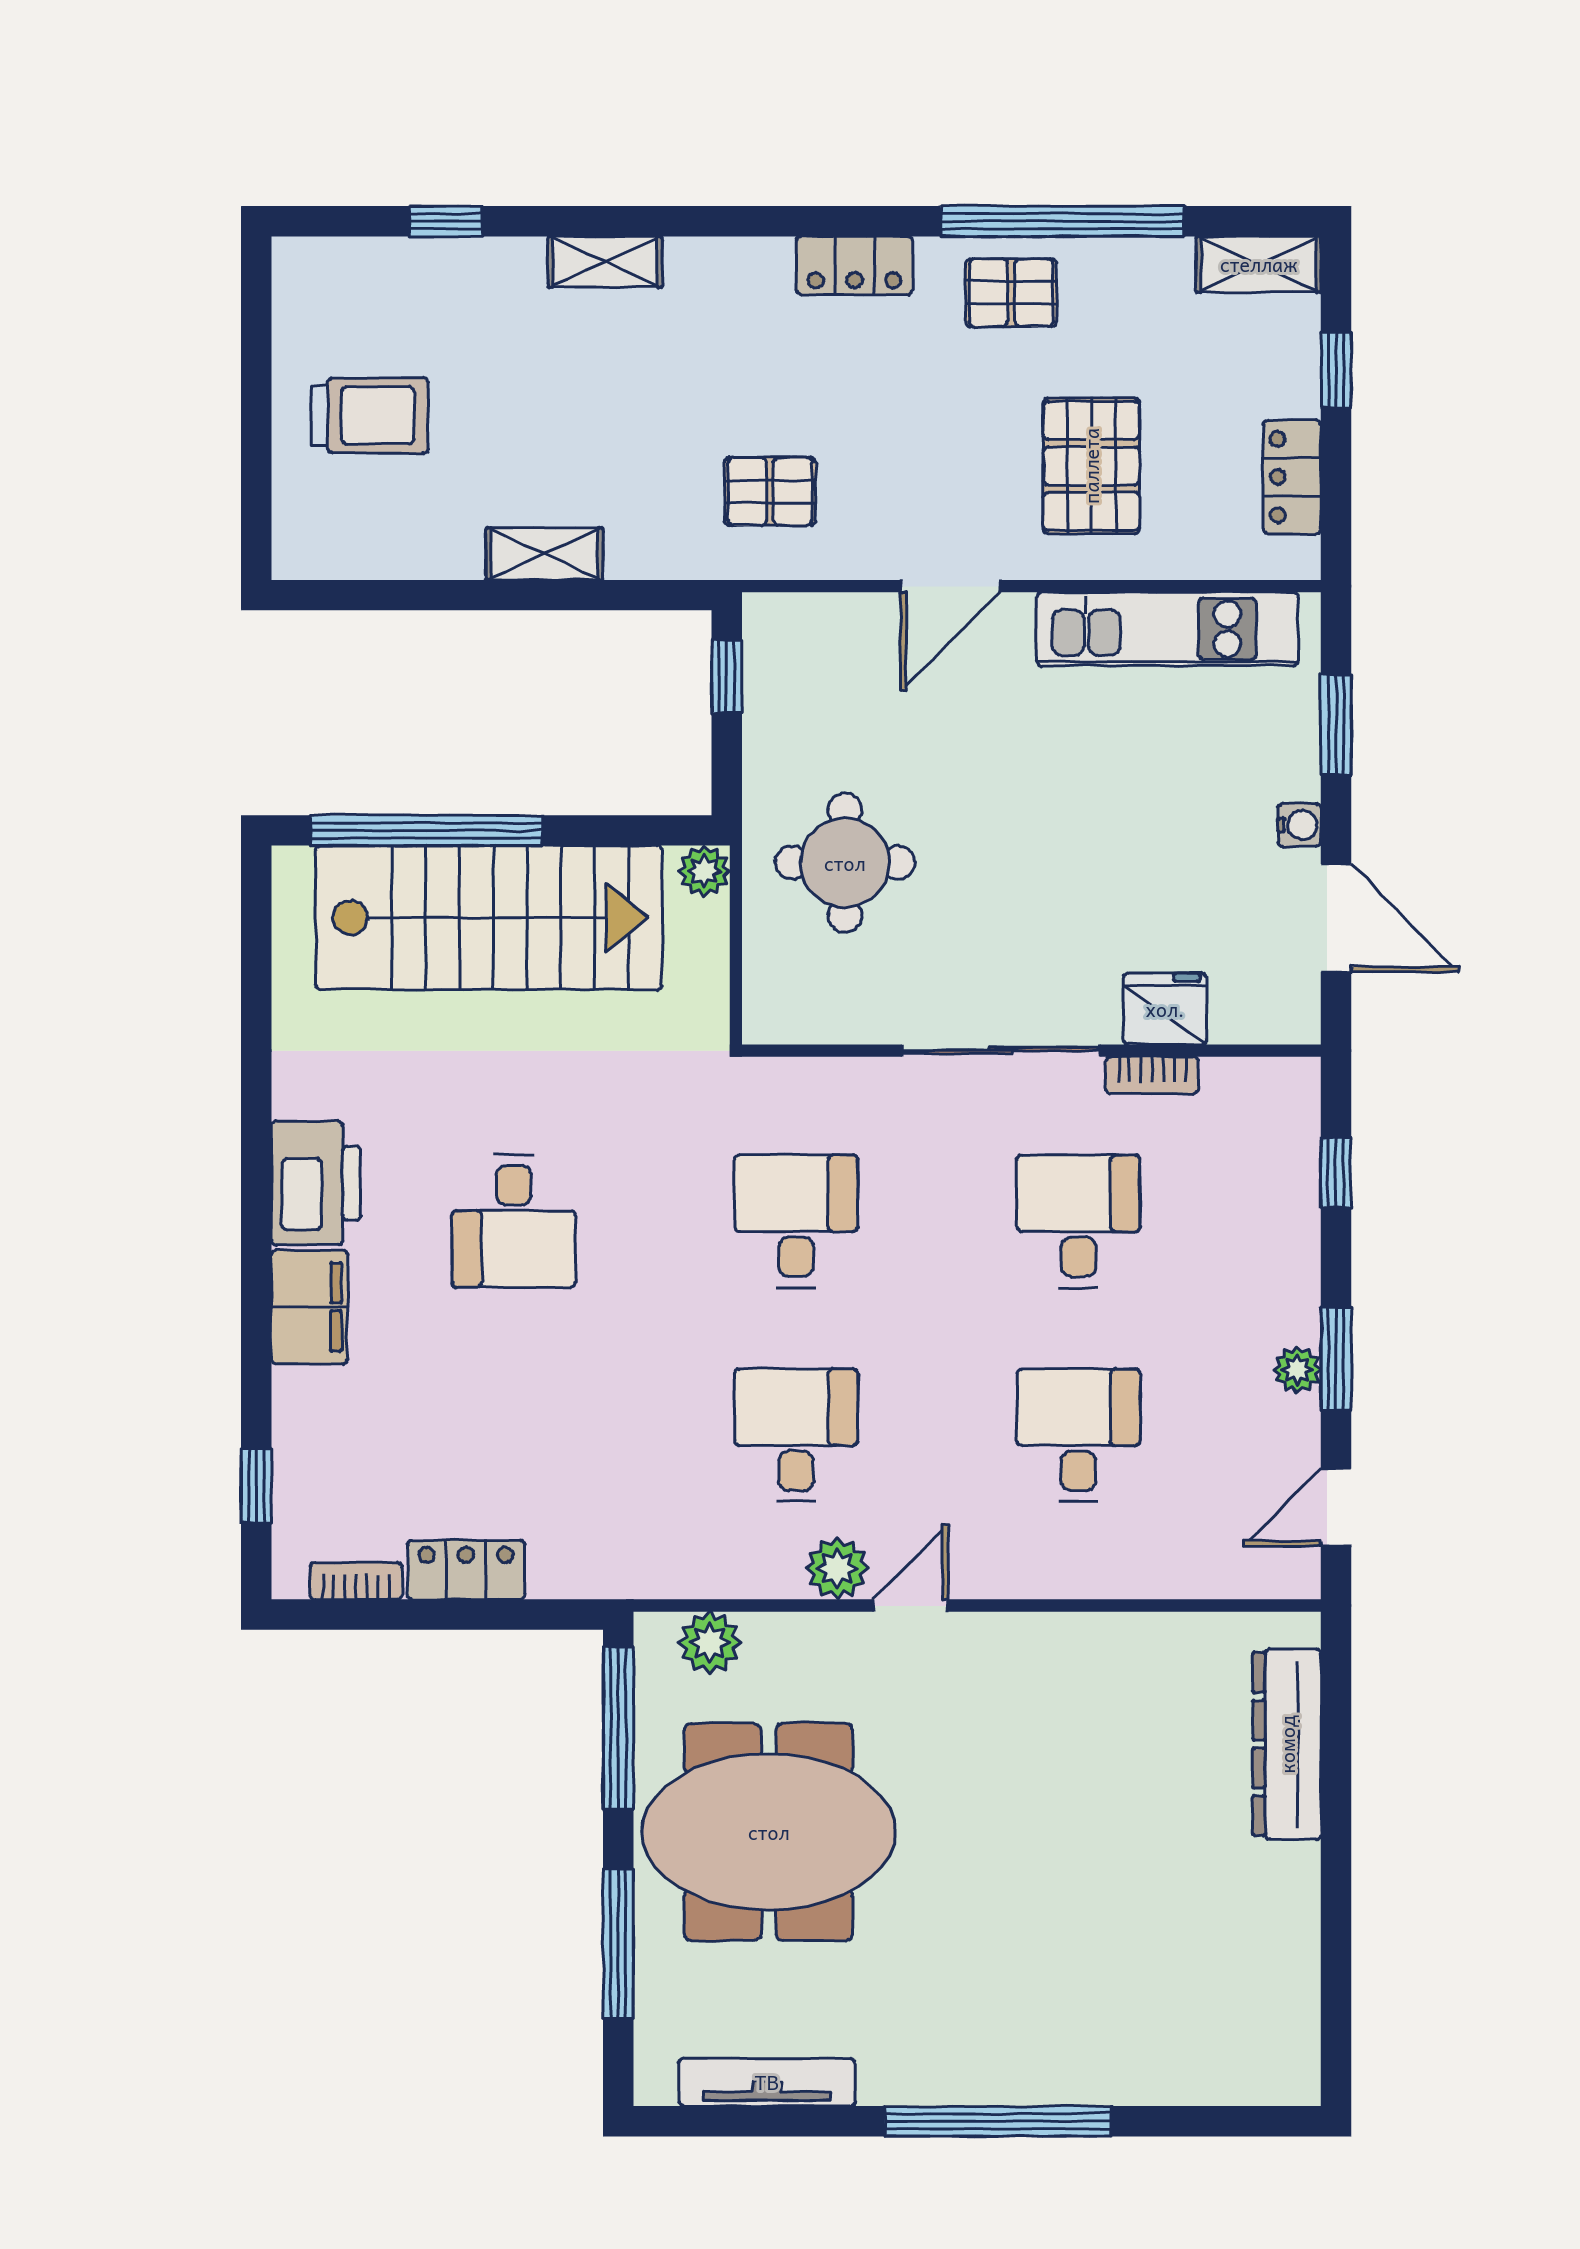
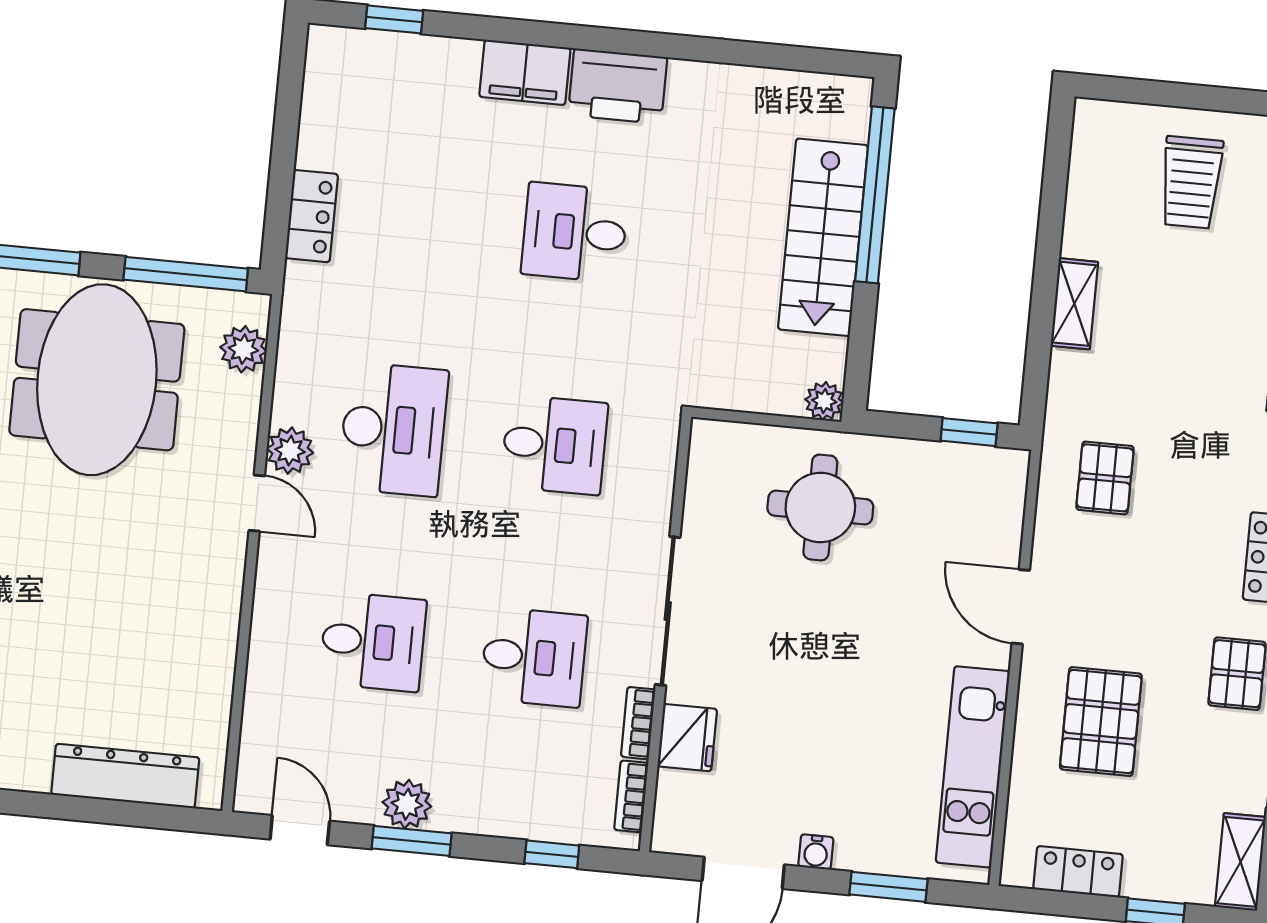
pallet: (1091, 466) -> (1101, 722), turned 90
stairs: (489, 918) -> (823, 237), width x0.73, depth x0.66
plant: (1297, 1370) -> (407, 804), width x1.38, depth x1.38
desk: (796, 1435) -> (393, 429), width x1.37
locker: (466, 1570) -> (312, 216), moved
bookcase: (356, 1581) -> (631, 796), moved, turned 180

